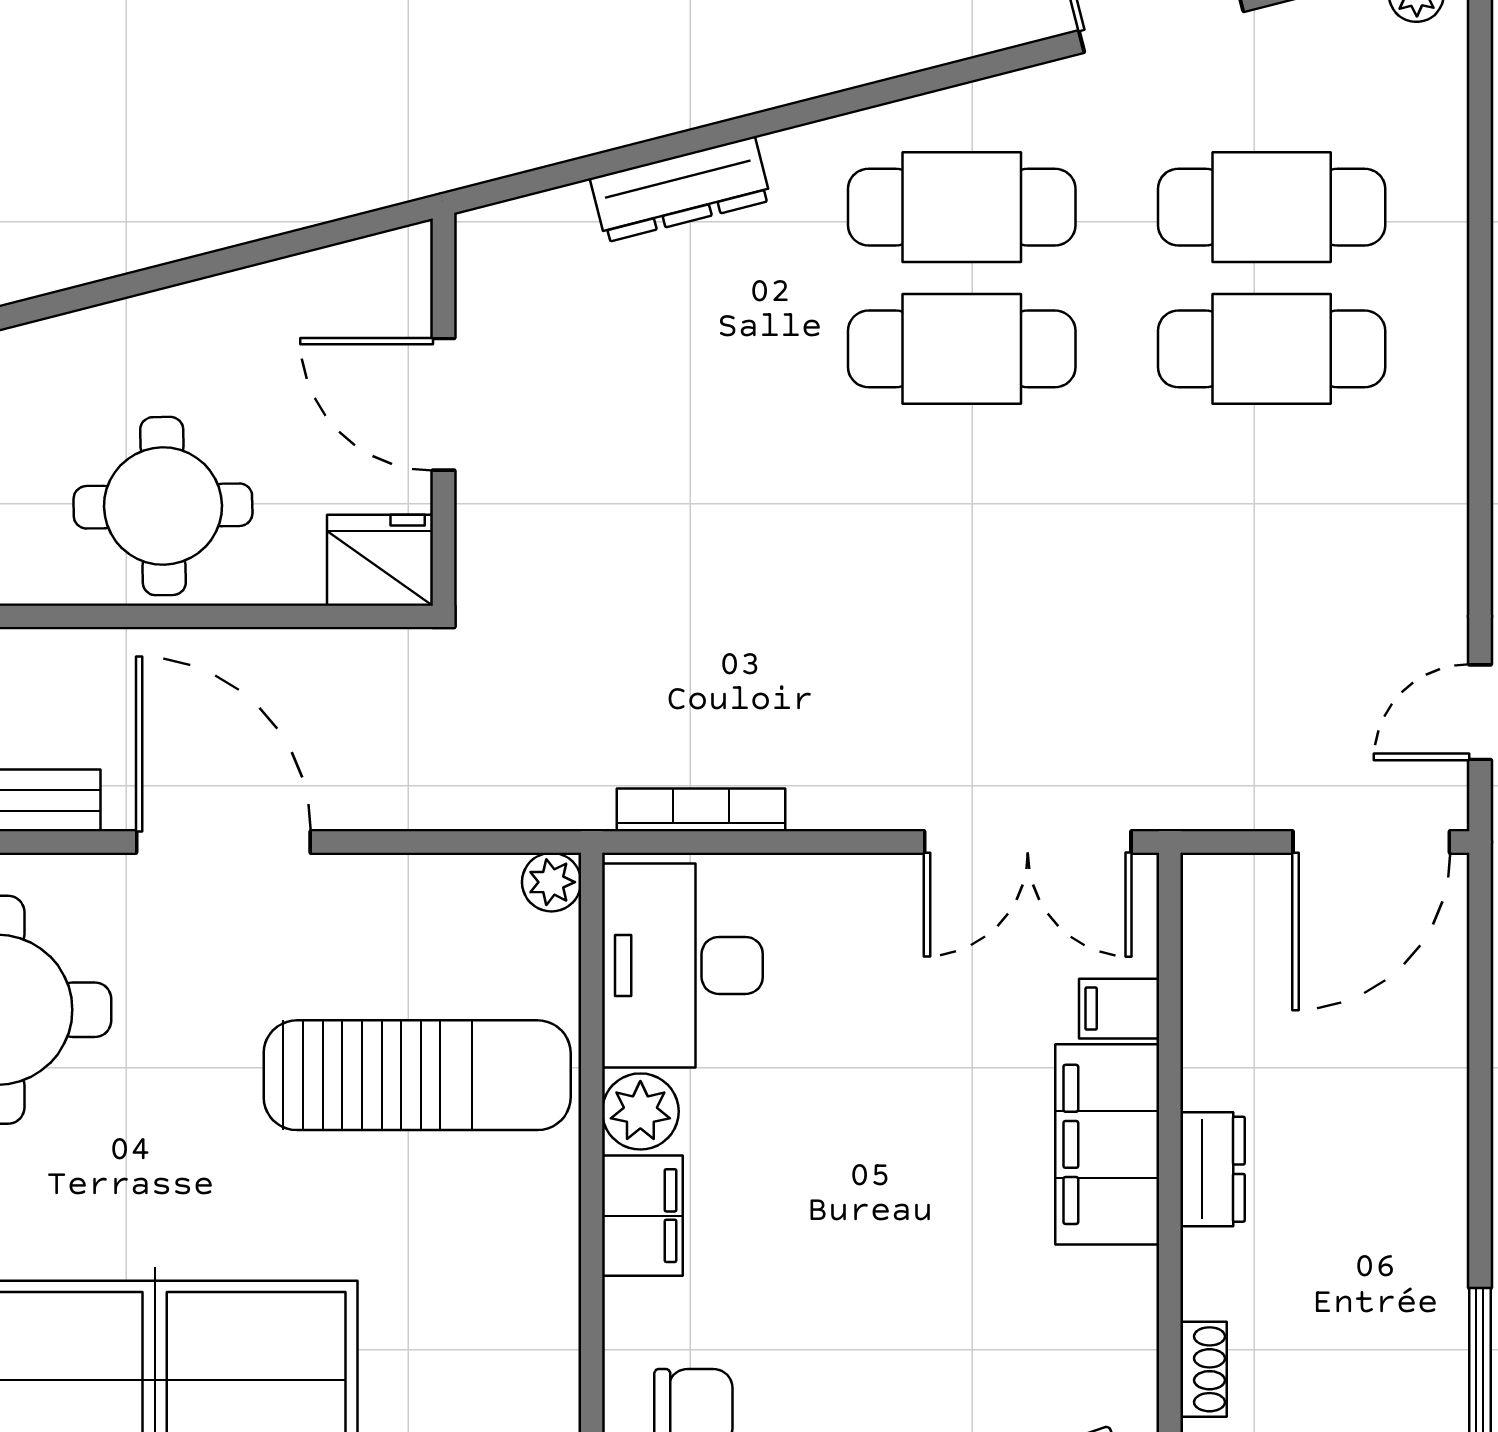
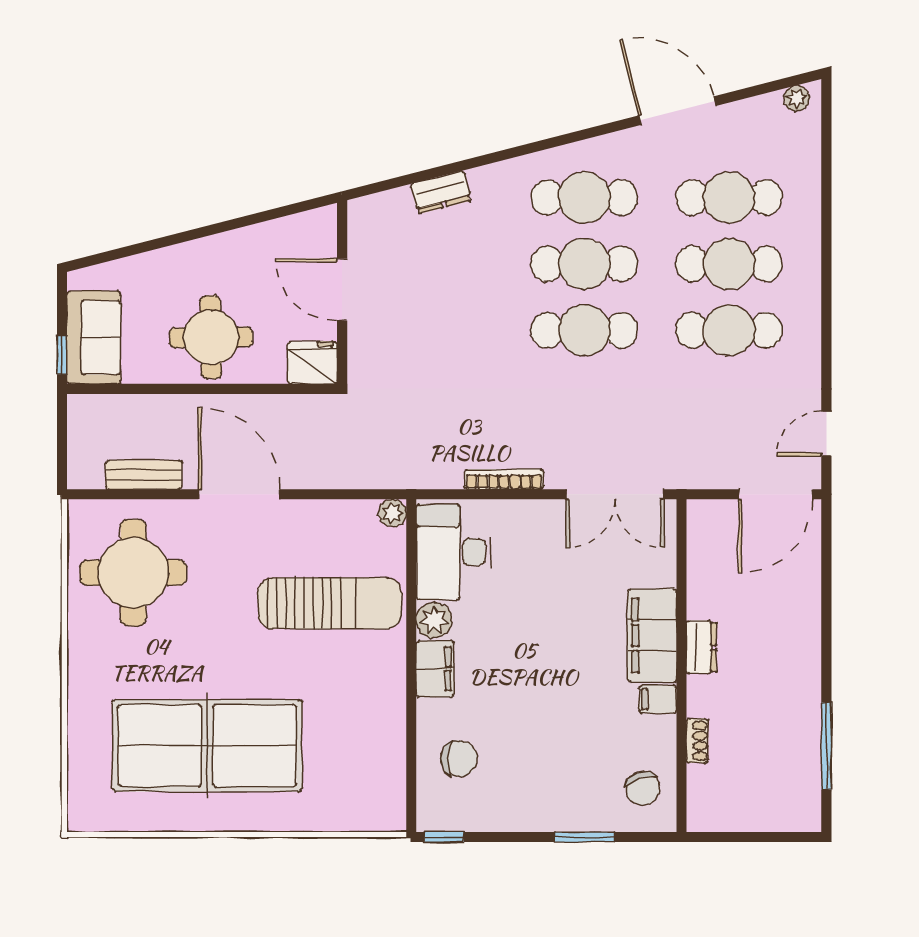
dresser: (680, 189) -> (441, 192), width x0.70
cafe table: (962, 491) -> (584, 330), added
cafe table: (1272, 491) -> (729, 330), added
bookcase: (701, 810) -> (504, 479), moved
filing cabinet: (1119, 1009) -> (658, 699), moved

